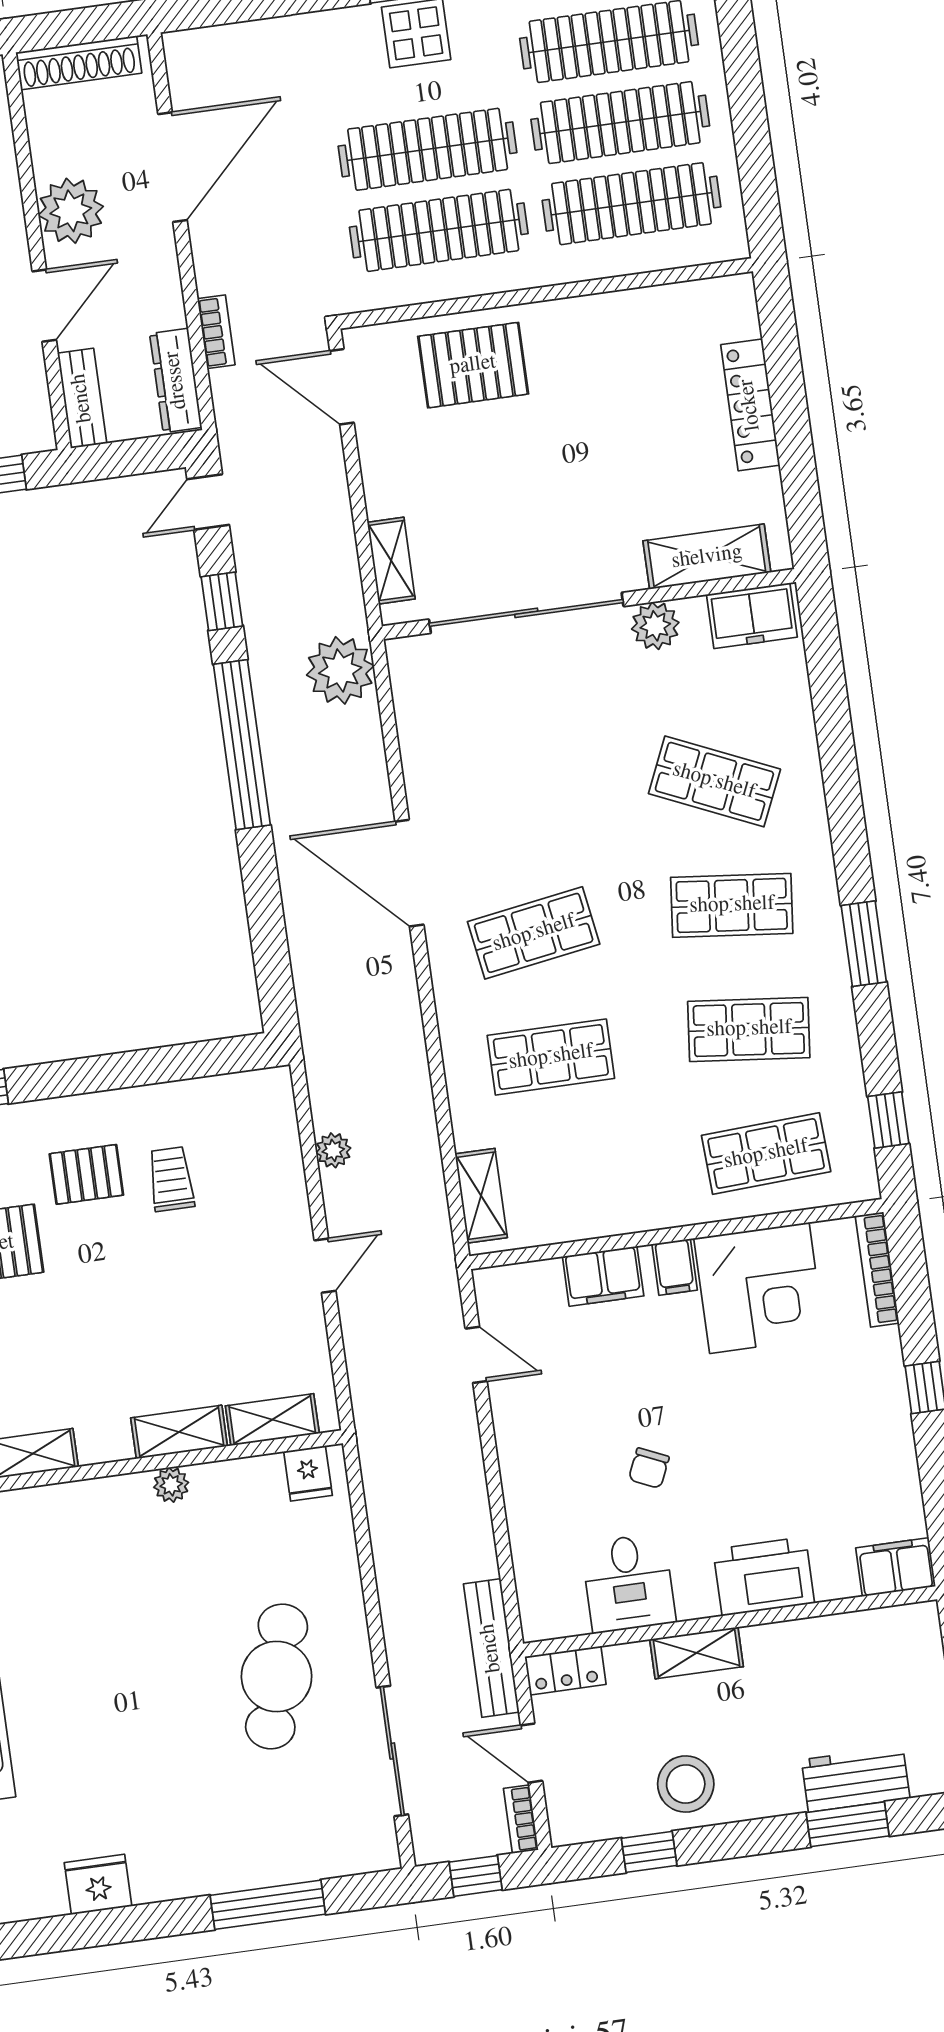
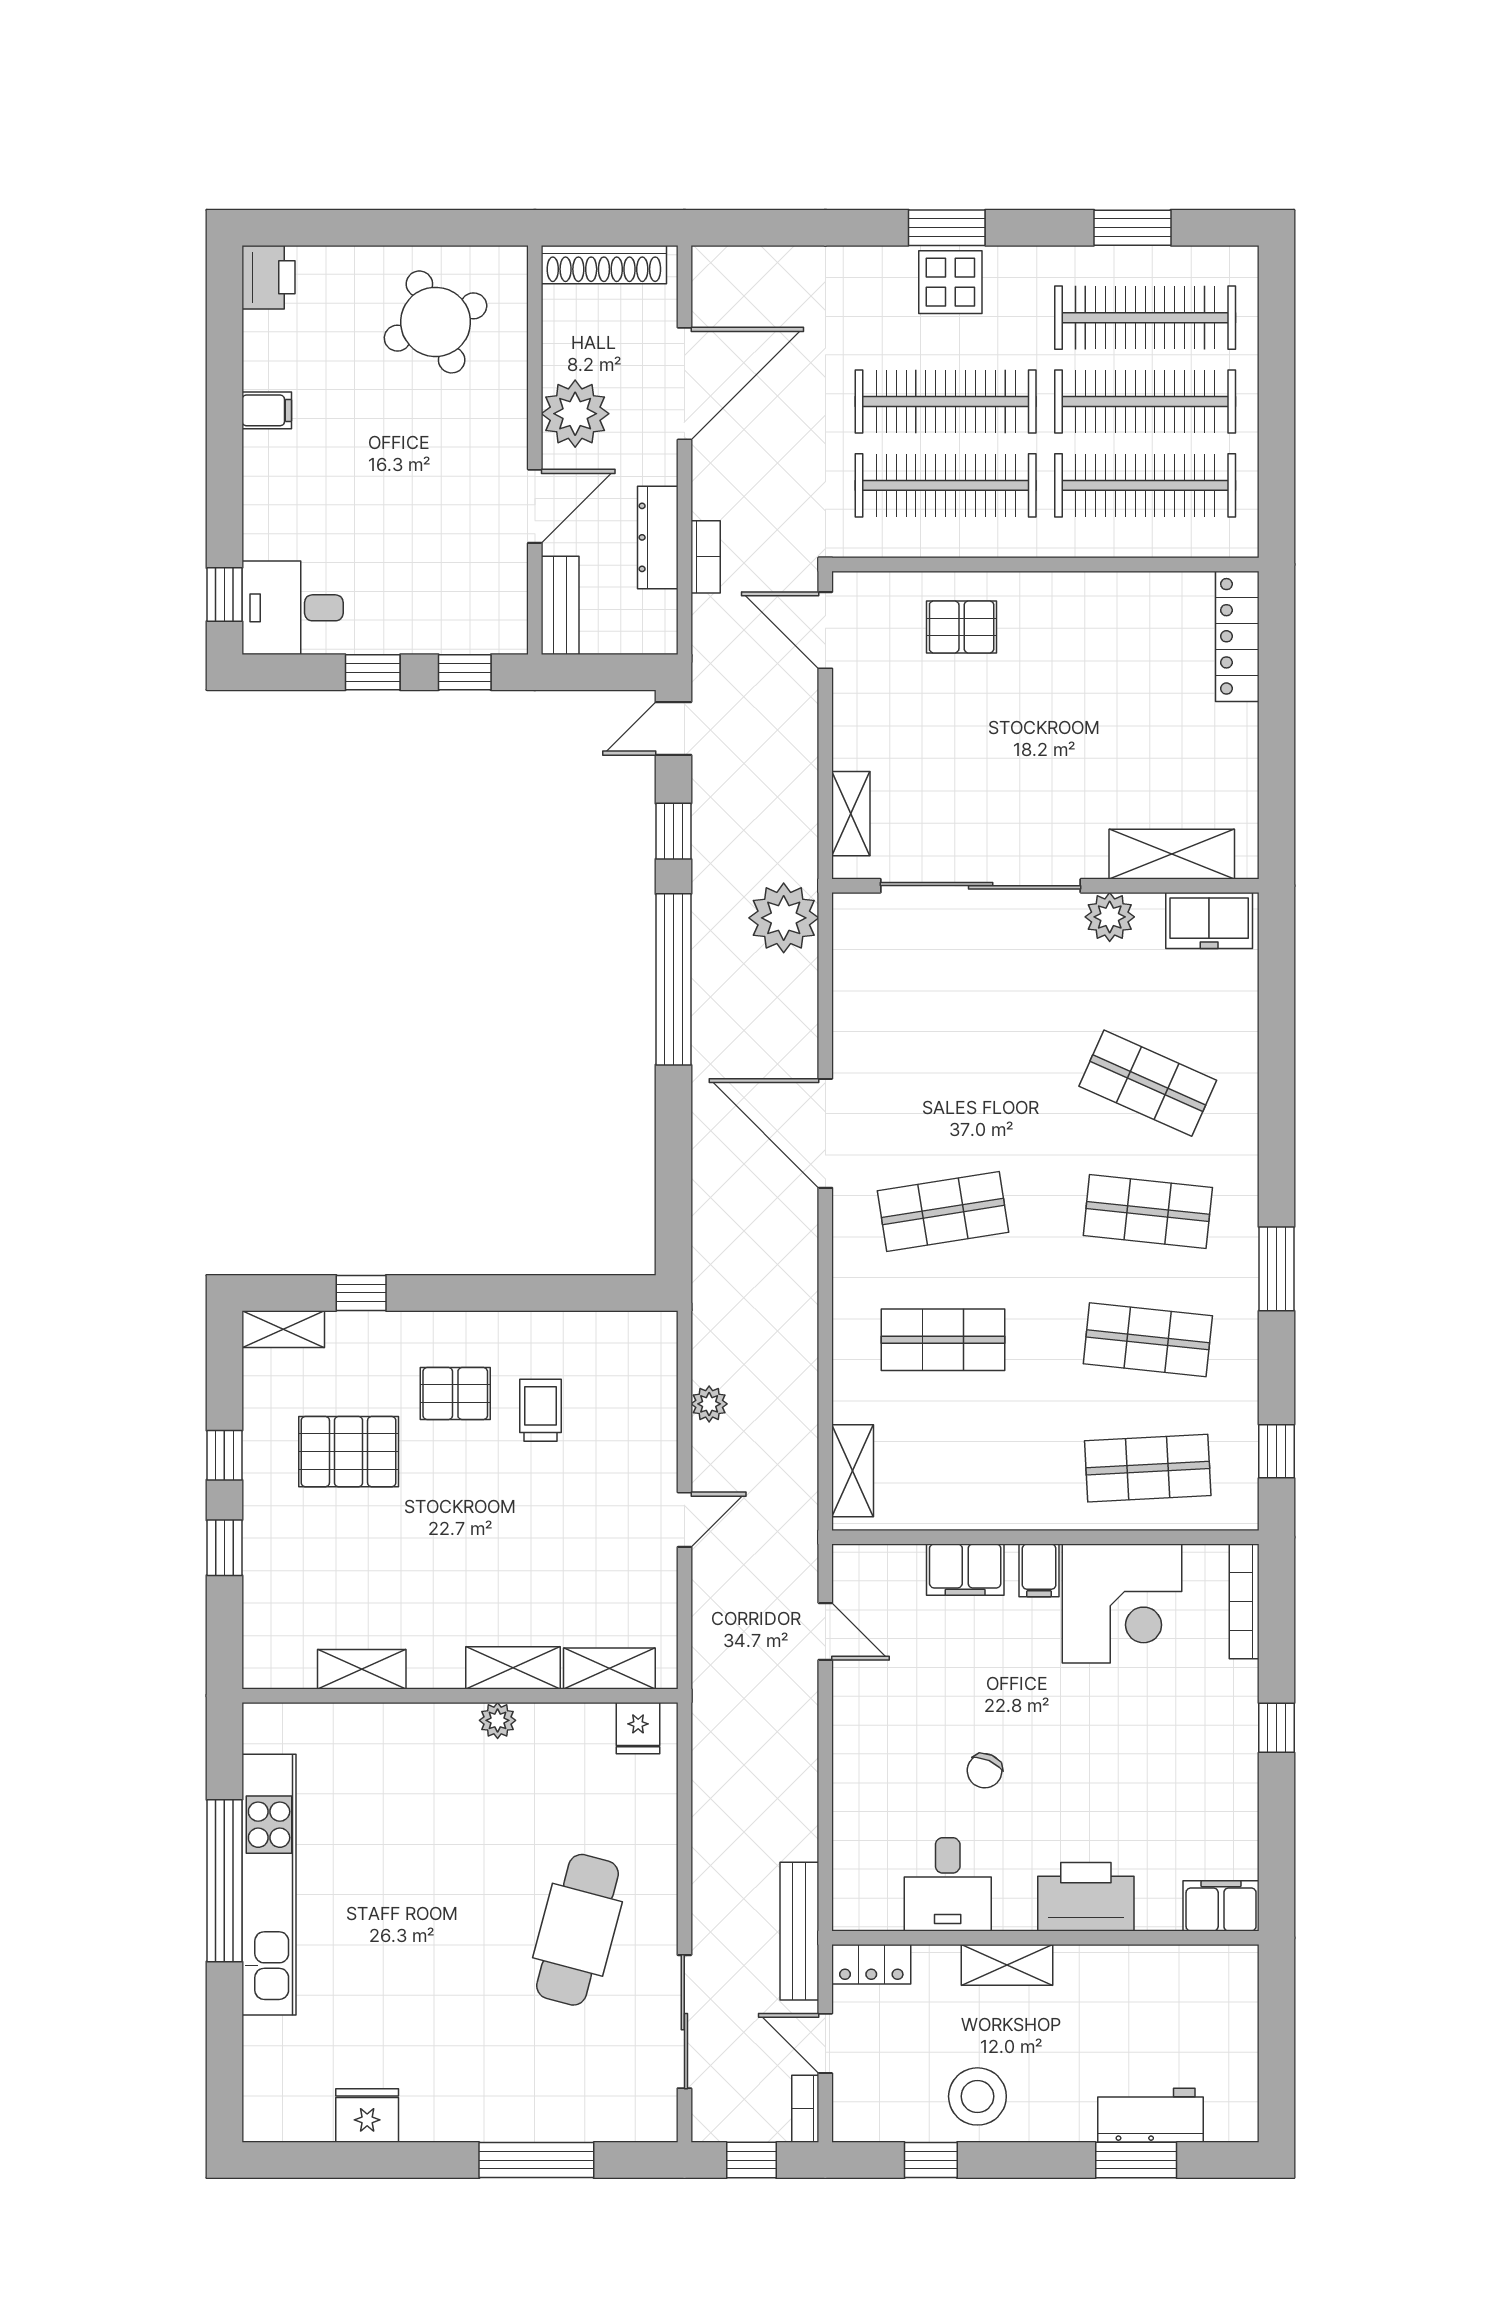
pallet: (473, 365) -> (962, 627), width x0.67, depth x0.71
dresser: (176, 380) -> (658, 537), moved
locker: (750, 405) -> (1237, 636), moved

